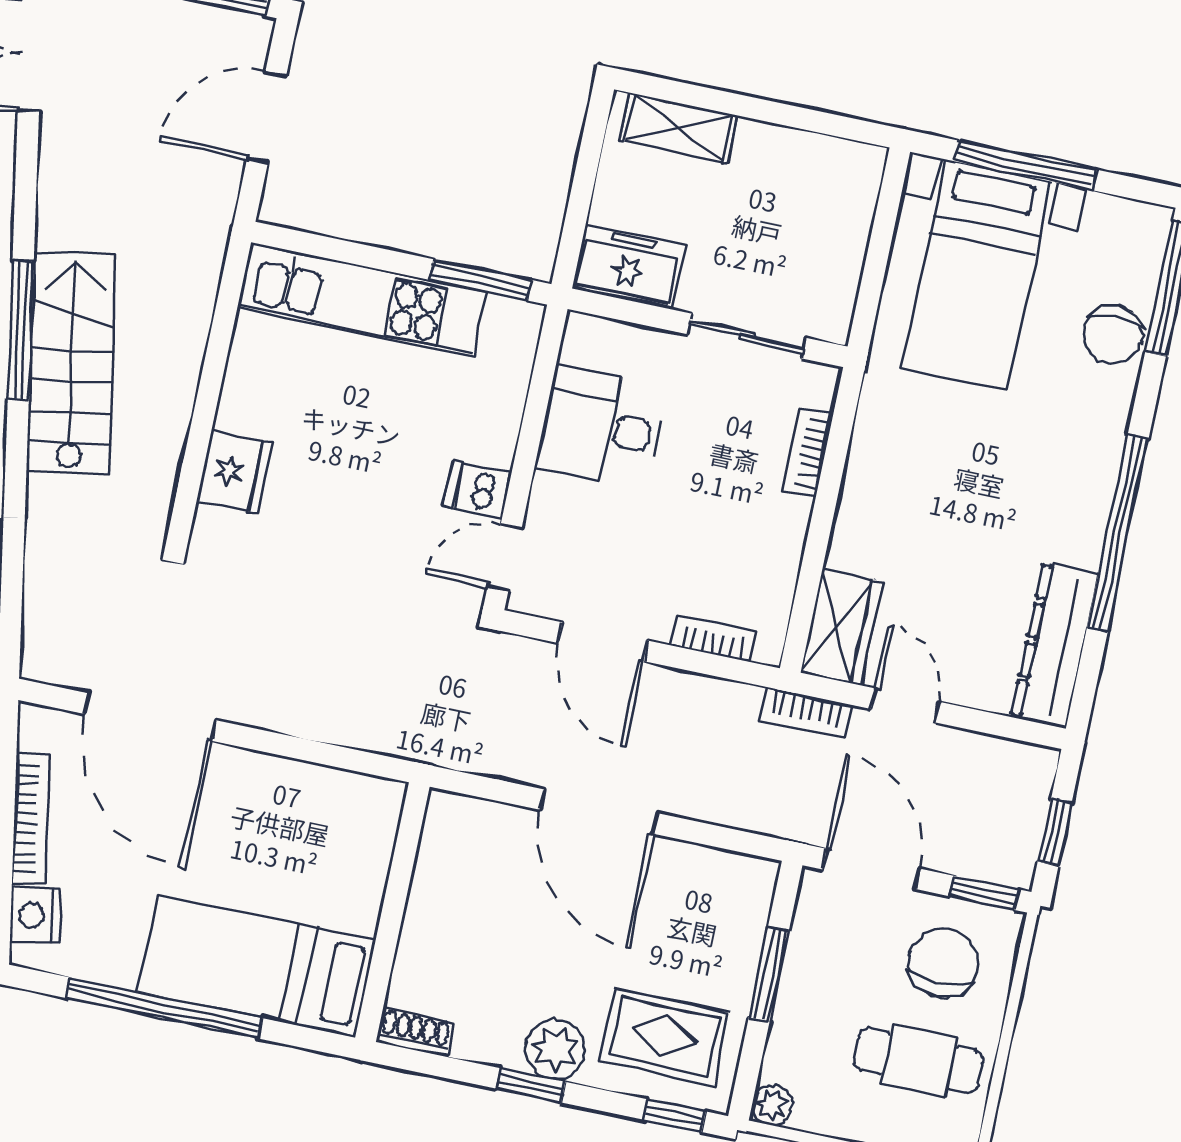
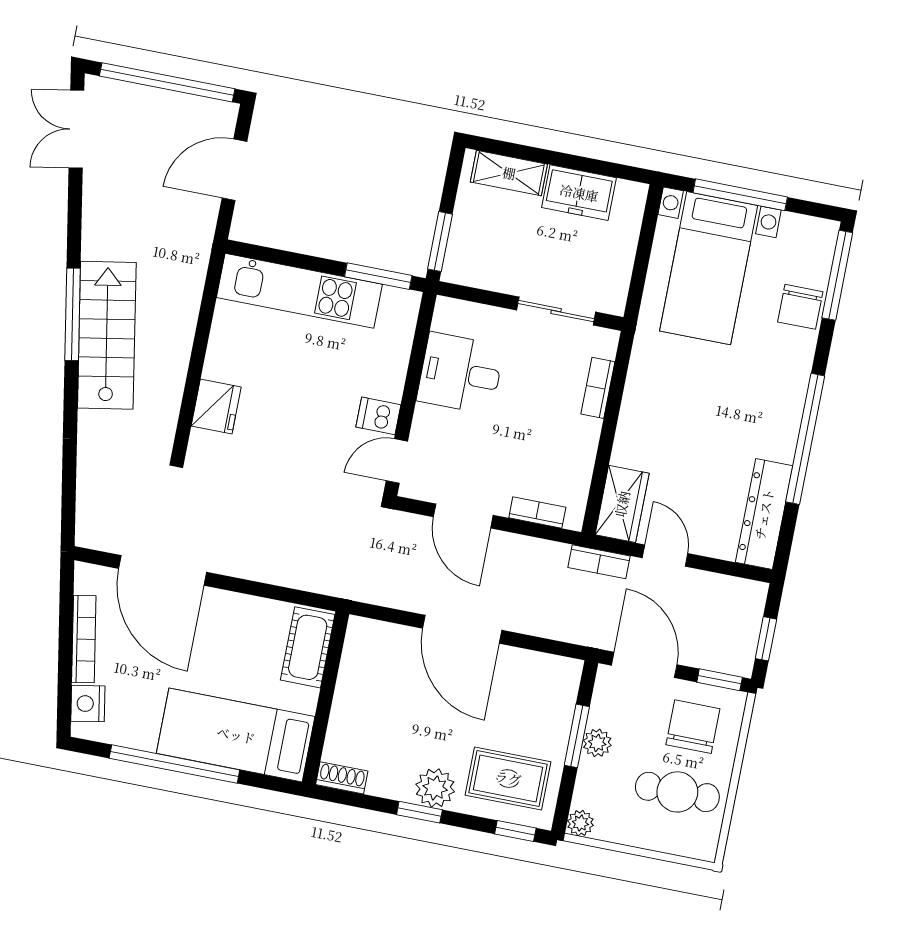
window: (574, 229) -> (440, 242), added
freezer: (628, 267) -> (579, 193), moved, turned 180
cot: (367, 836) -> (308, 647), added
plant: (799, 985) -> (597, 743), added

